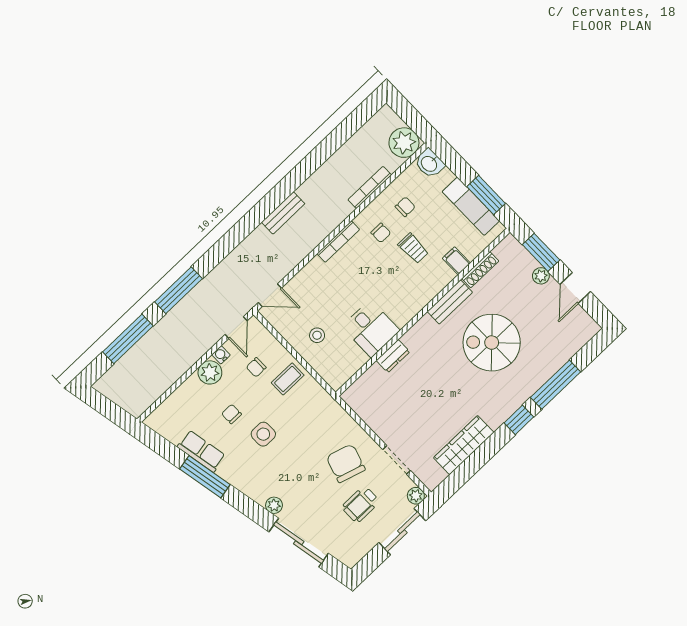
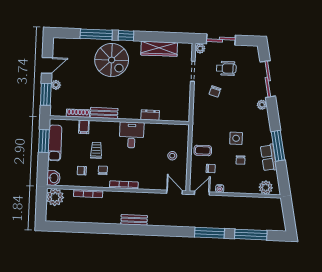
desk: (371, 329) -> (132, 135), moved
spiral stairs: (492, 343) -> (112, 60), moved
plant: (210, 372) -> (266, 187), moved
chair: (346, 463) -> (215, 91), width x0.54, depth x0.54

